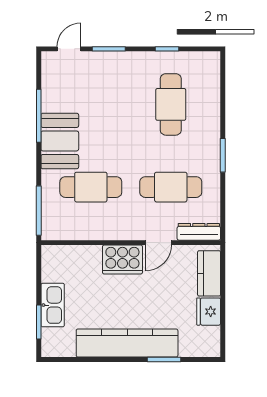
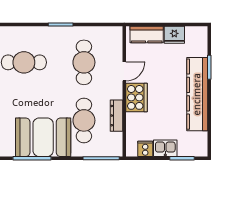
booth: (60, 141) -> (43, 137), width x1.36, depth x1.42
dresser: (199, 232) -> (116, 116), moved
door: (158, 243) -> (124, 71), hinge flipped
cooker: (52, 271) -> (145, 149), added
kitchen sink: (53, 305) -> (165, 148), width x0.73

